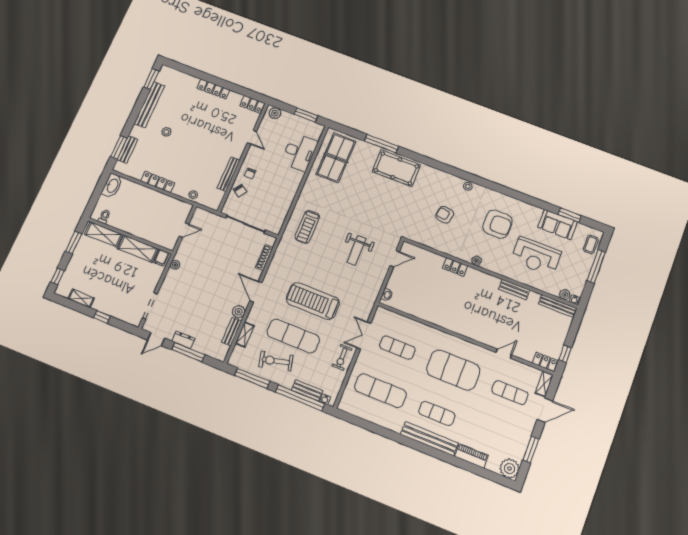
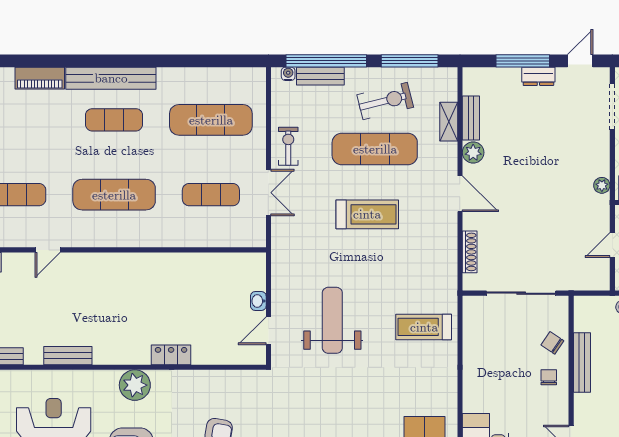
treadmill: (307, 227) -> (424, 327), turned -90
weight bench: (357, 250) -> (332, 320), width x1.36, depth x1.33
plant: (476, 261) -> (135, 385), width x1.87, depth x1.87
washbasin: (387, 295) -> (258, 301), moved
treadmill: (313, 301) -> (367, 214), width x0.73, depth x0.73
exercise mat: (453, 370) -> (114, 195), width x0.68

